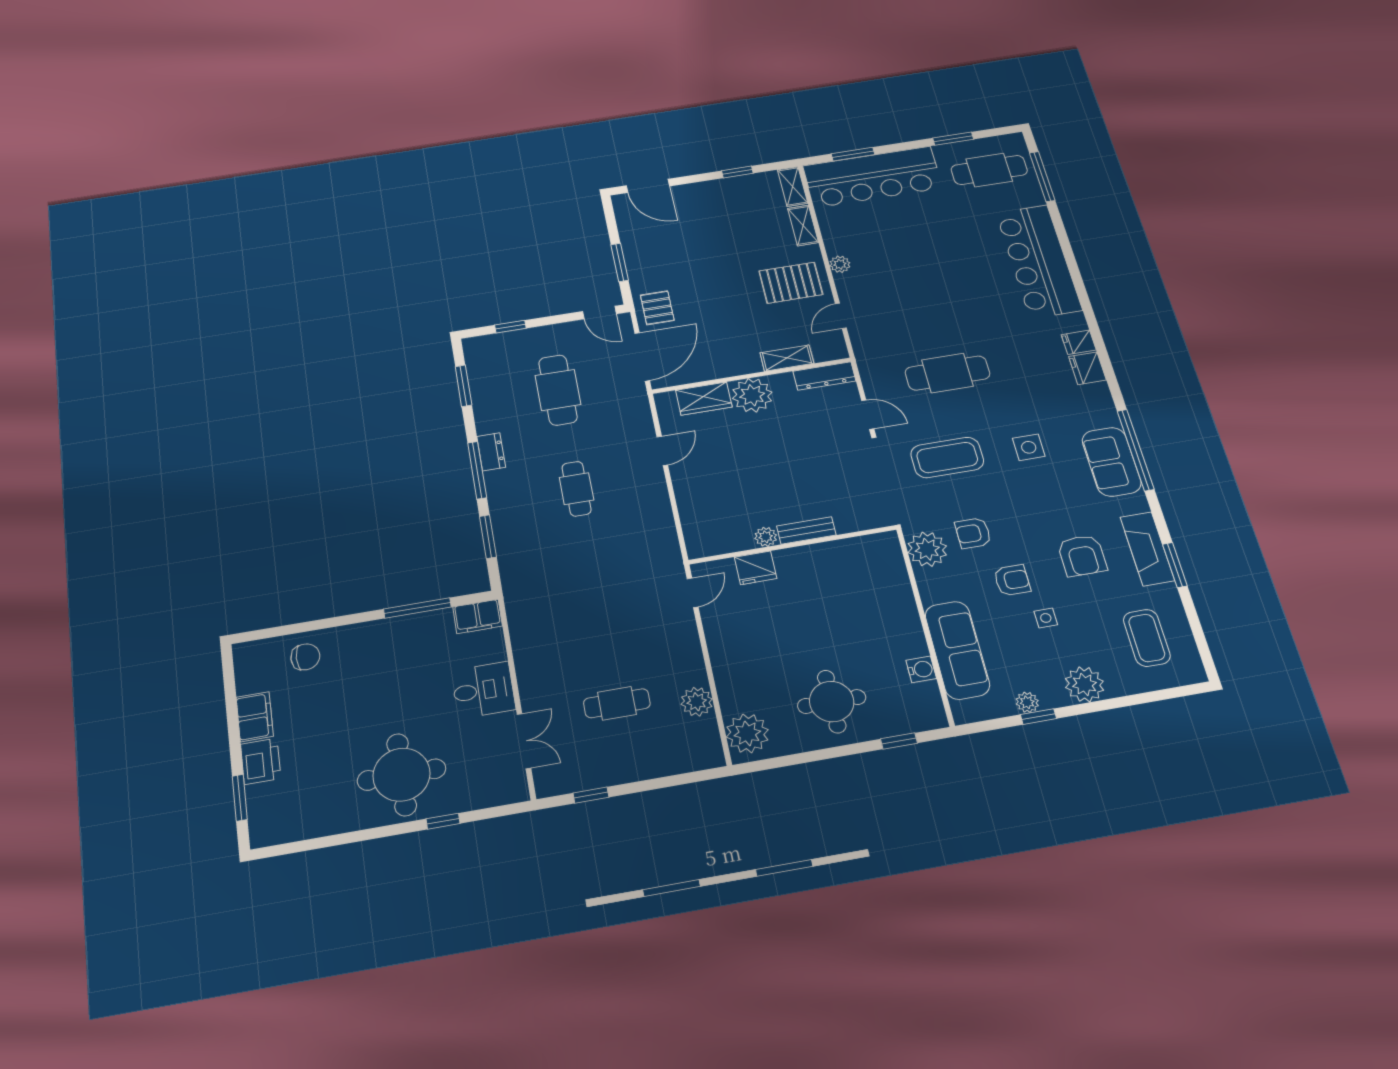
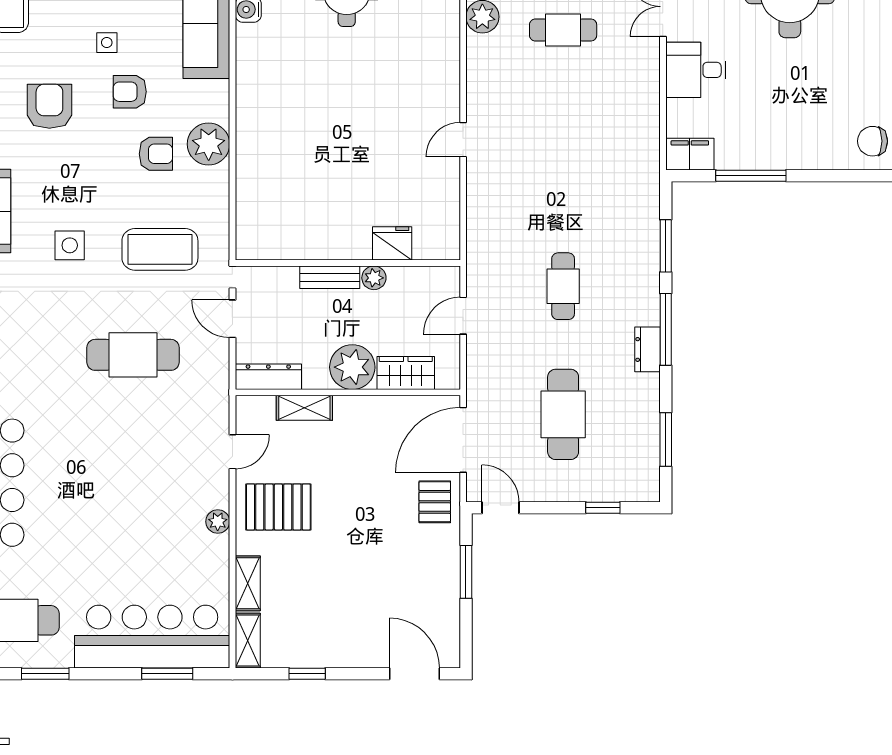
bench: (806, 530) -> (330, 277), moved
plant: (766, 537) -> (374, 278), moved
wall: (793, 545) -> (348, 263), moved
fridge: (756, 568) -> (392, 243), moved

